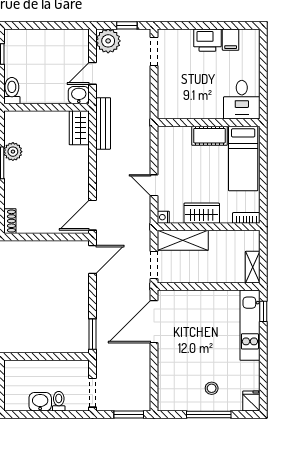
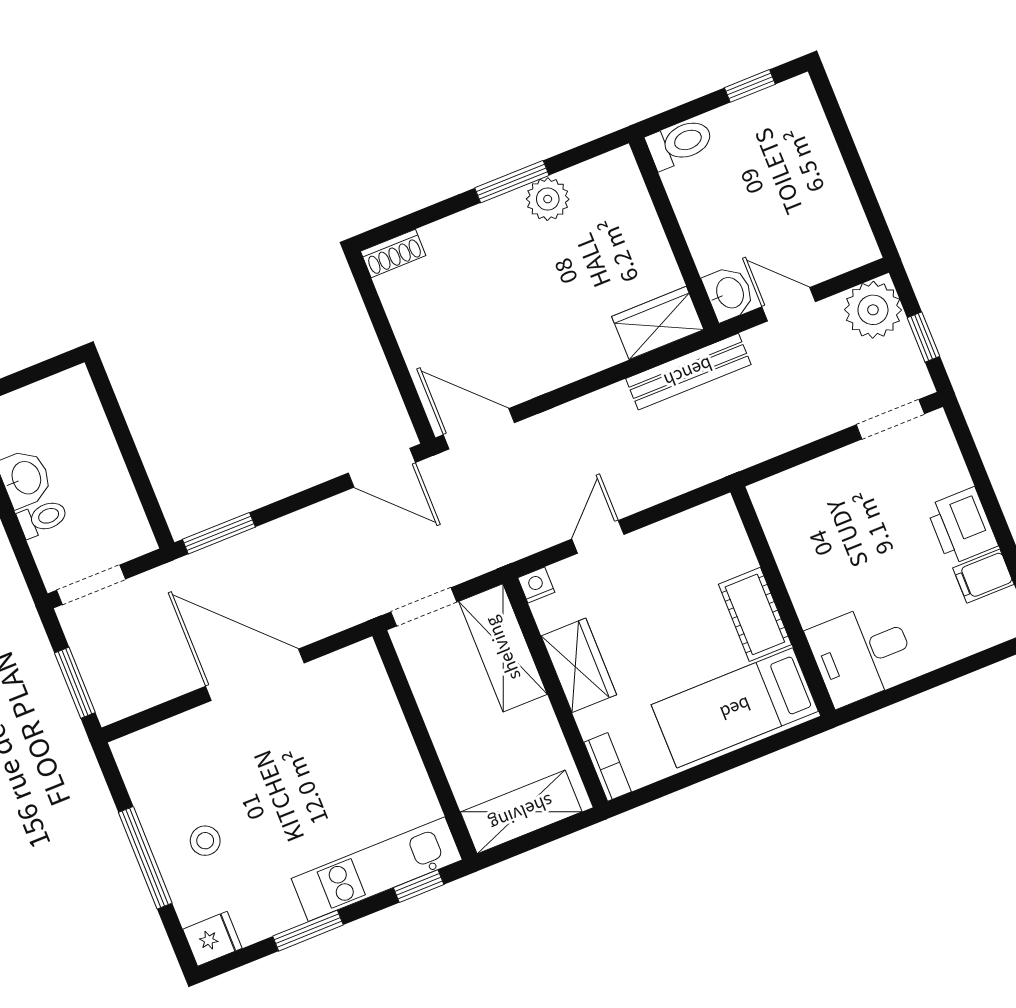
shelving: (253, 267) -> (521, 812), width x1.50, depth x1.33
door: (154, 322) -> (255, 675), moved
window: (263, 362) -> (308, 931), added

